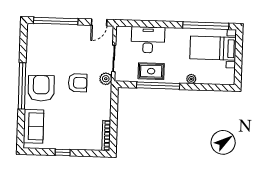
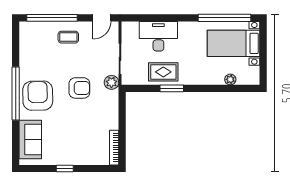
coffee table: (69, 38) -> (68, 37), added
plant: (191, 79) -> (230, 79), moved
window: (158, 86) -> (172, 88), width x0.47

